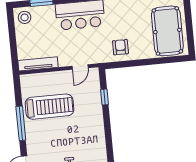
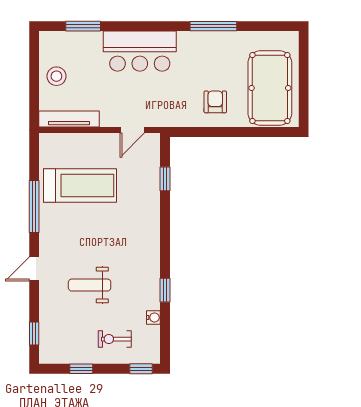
stool: (25, 17) -> (56, 76), moved
armchair: (120, 47) -> (215, 102), moved

